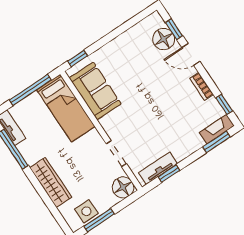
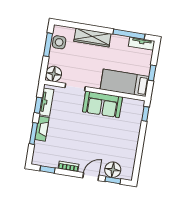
window: (30, 90) -> (152, 73), width x0.46
sofa: (95, 91) -> (102, 104), moved
fireplace: (217, 129) -> (42, 129), moved
window: (216, 142) -> (33, 133), moved

